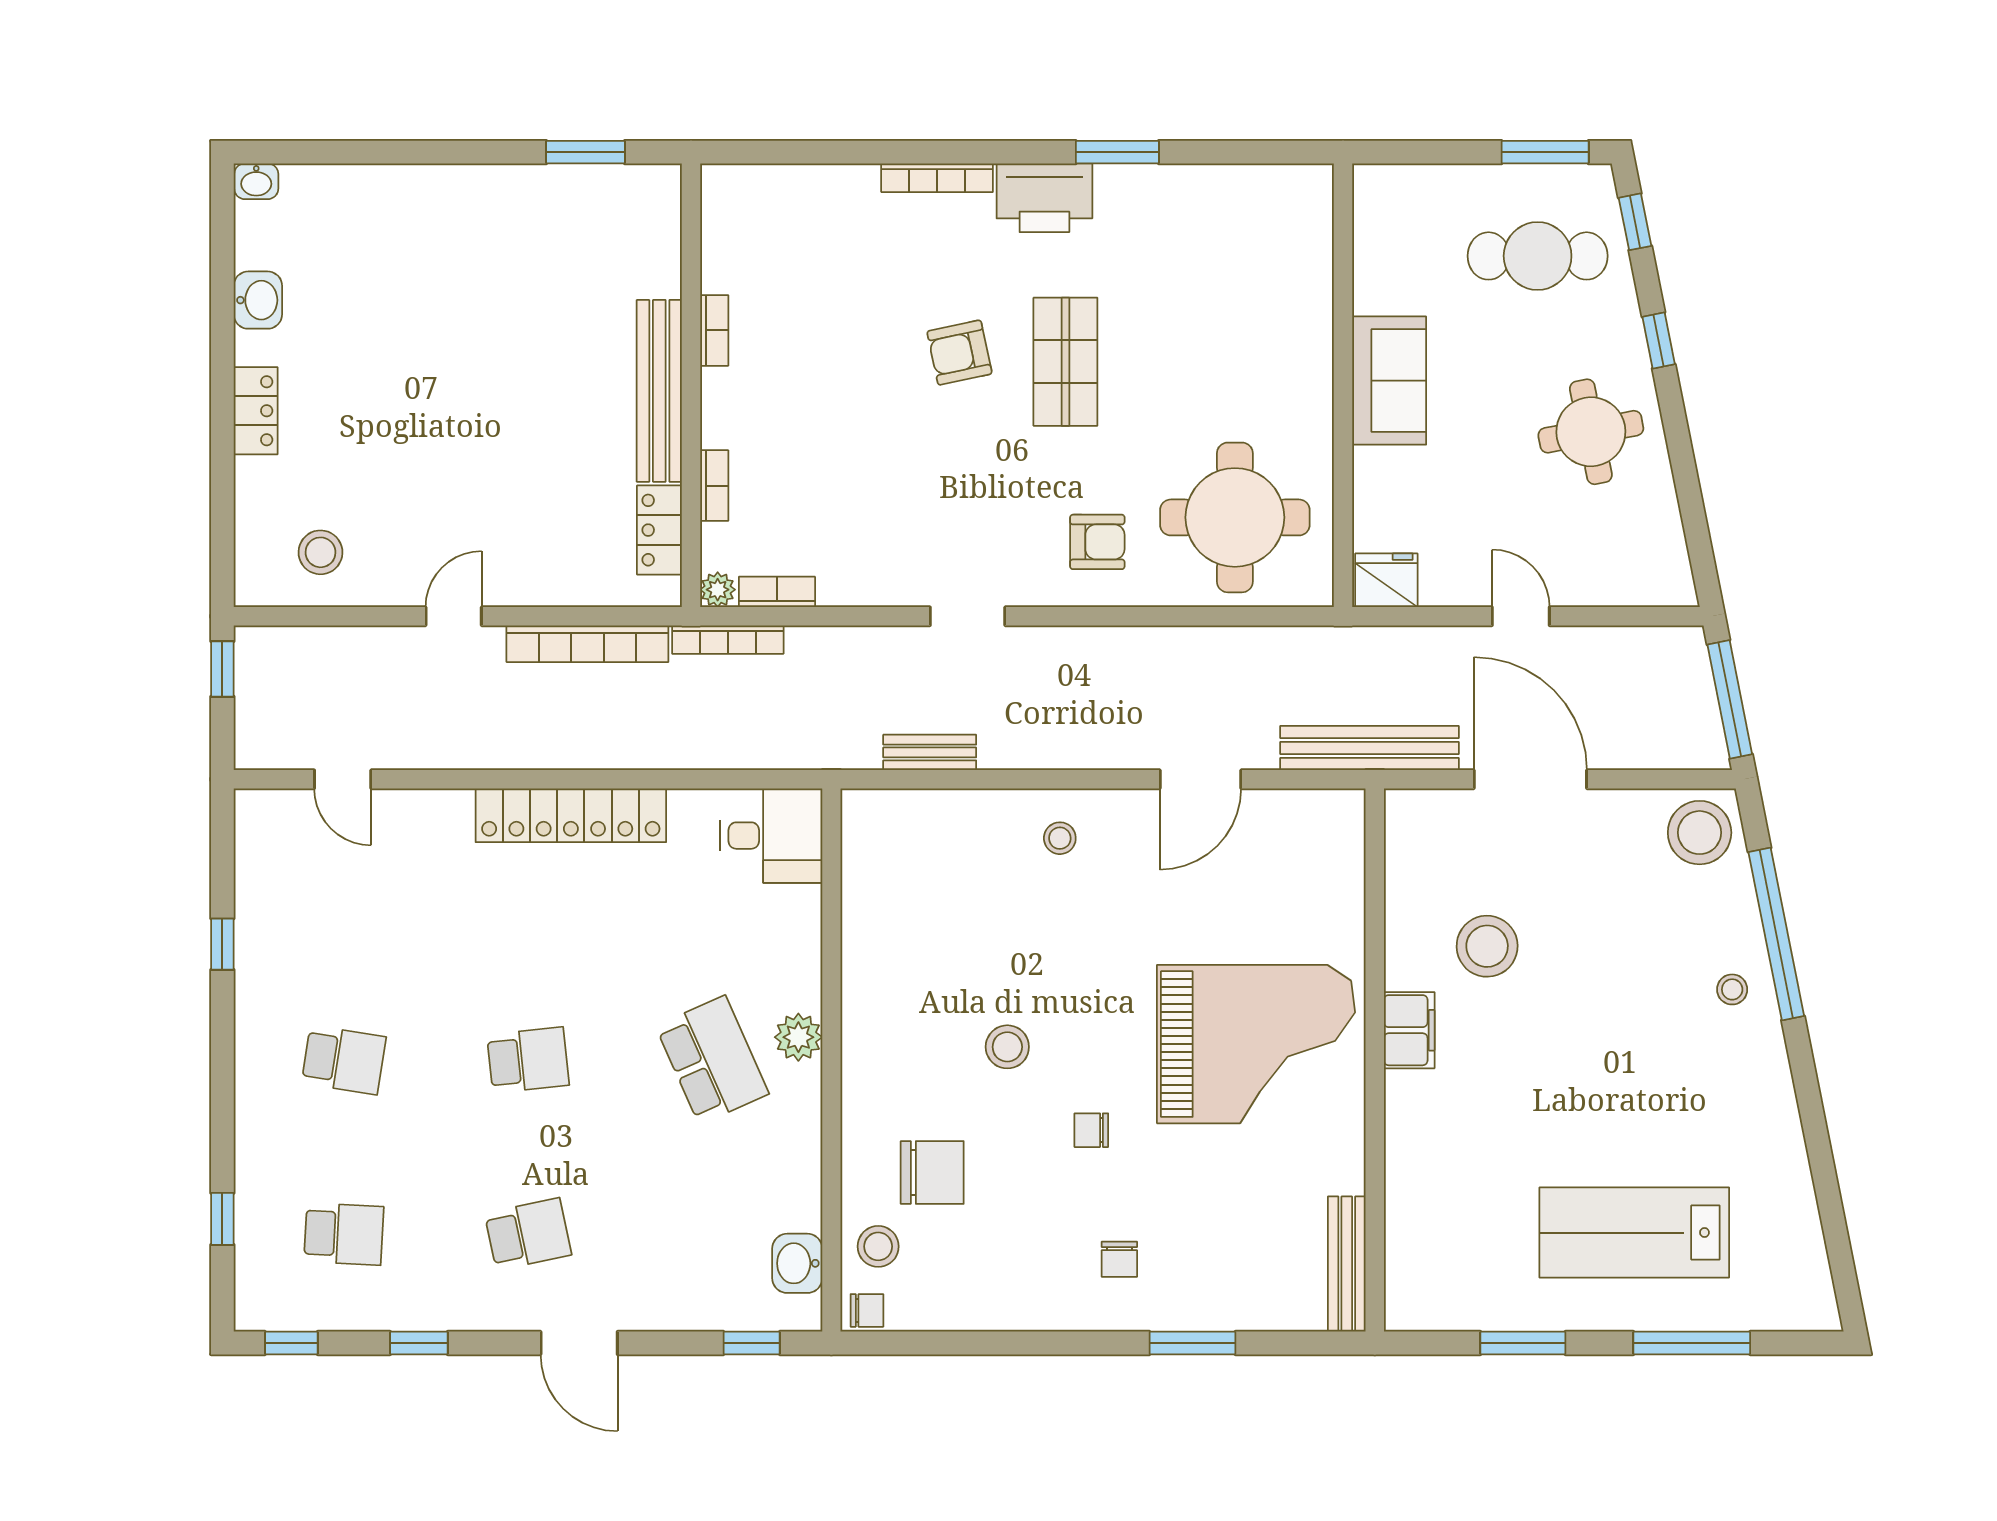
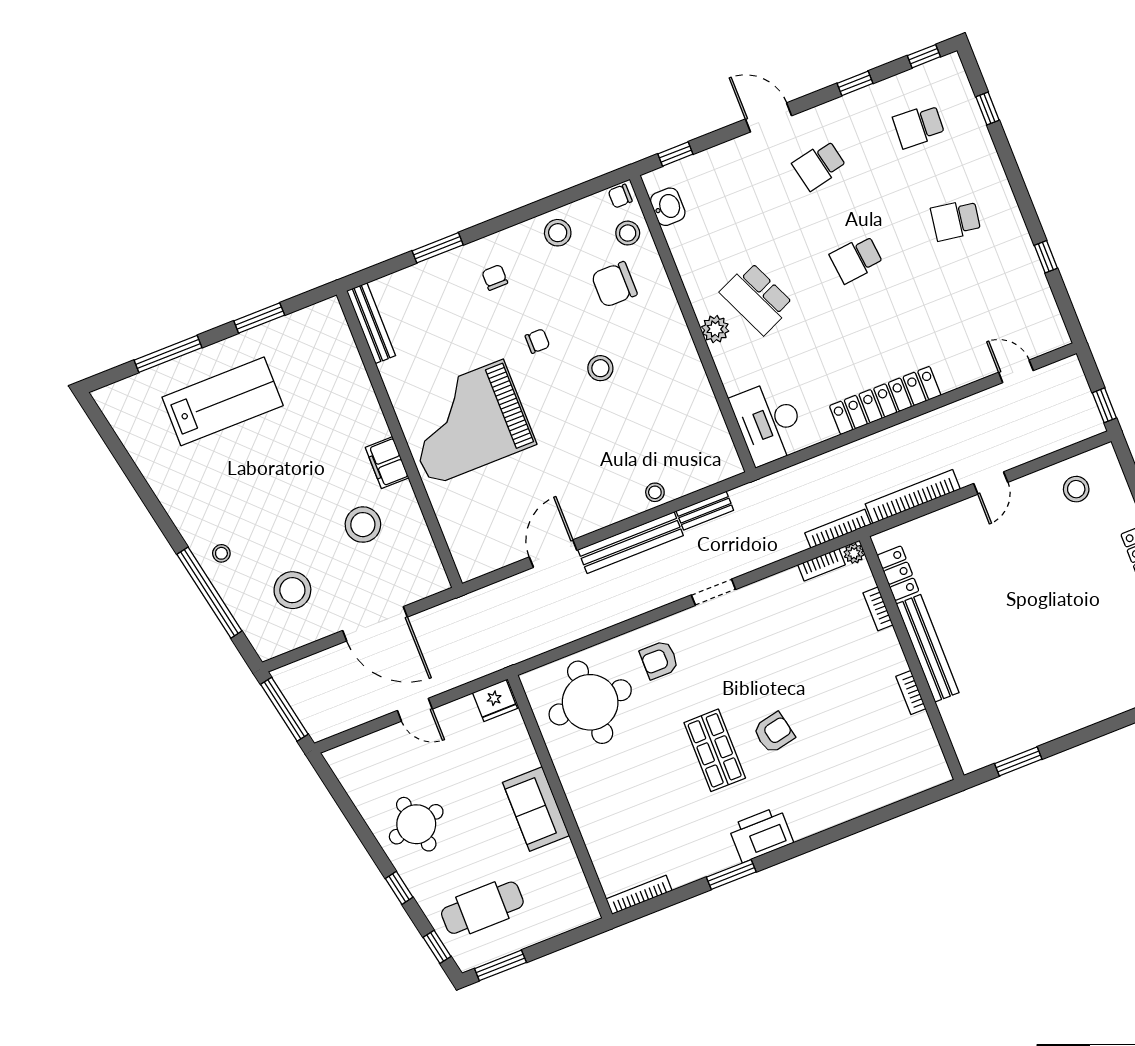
bookcase: (937, 178) -> (639, 895), moved
bench: (1370, 748) -> (631, 543), moved
stool: (1700, 833) -> (292, 590), moved
desk: (771, 836) -> (769, 423), width x1.37
stool: (1060, 838) -> (655, 492), moved
stool: (990, 1291) -> (558, 233), added

